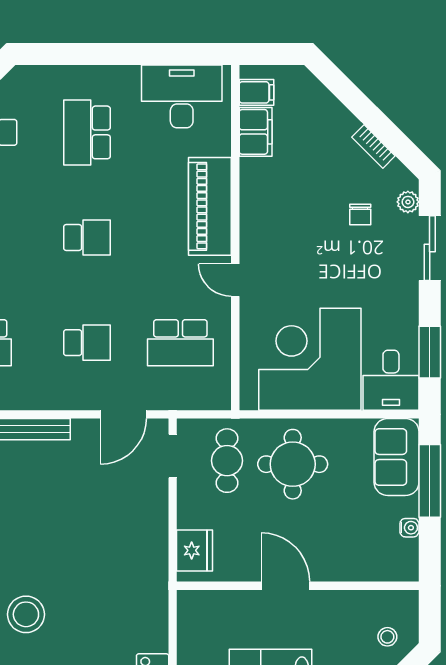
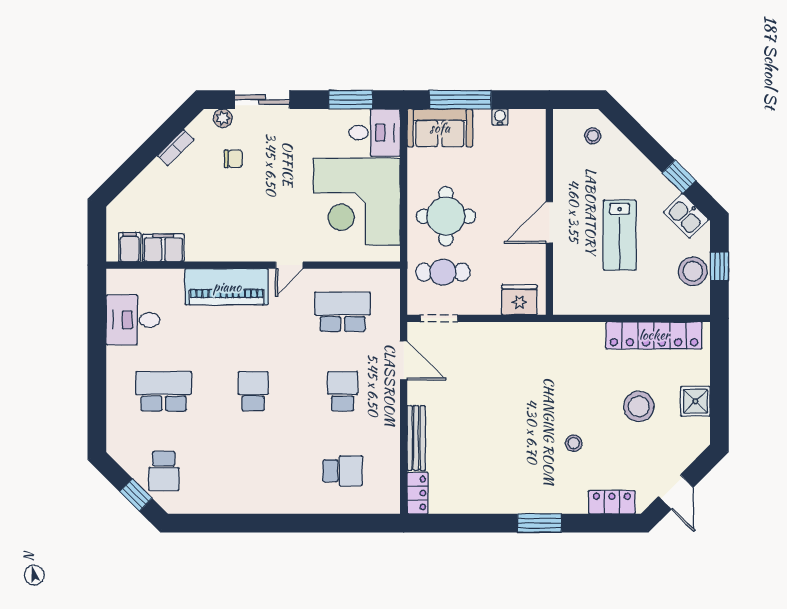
desk: (182, 96) -> (133, 320), width x0.73
school desk: (87, 132) -> (164, 391), turned 180
school desk: (180, 343) -> (343, 312), turned -90
stool: (26, 614) -> (574, 443), width x0.53, depth x0.53

